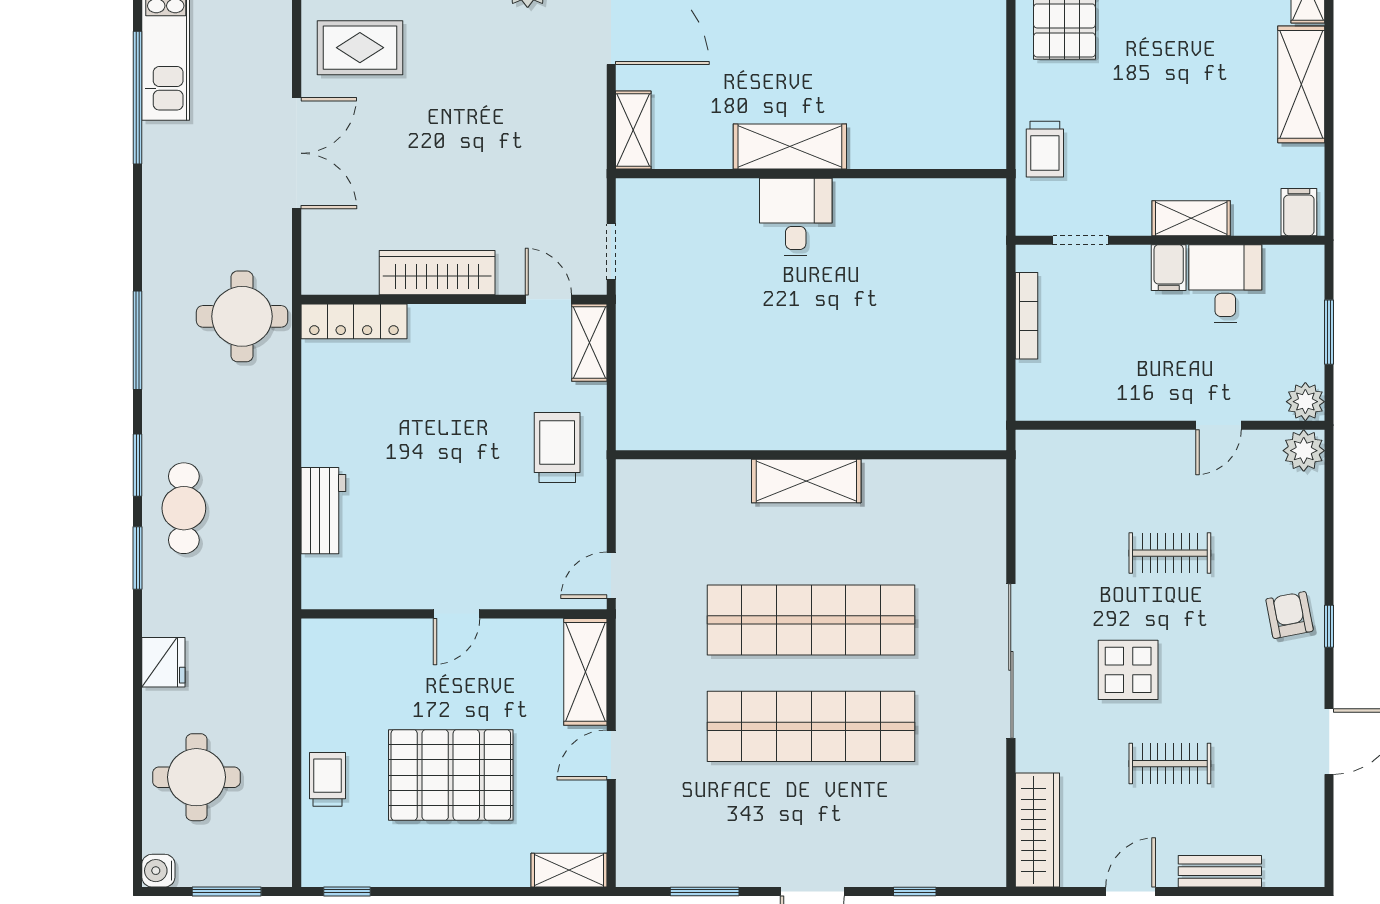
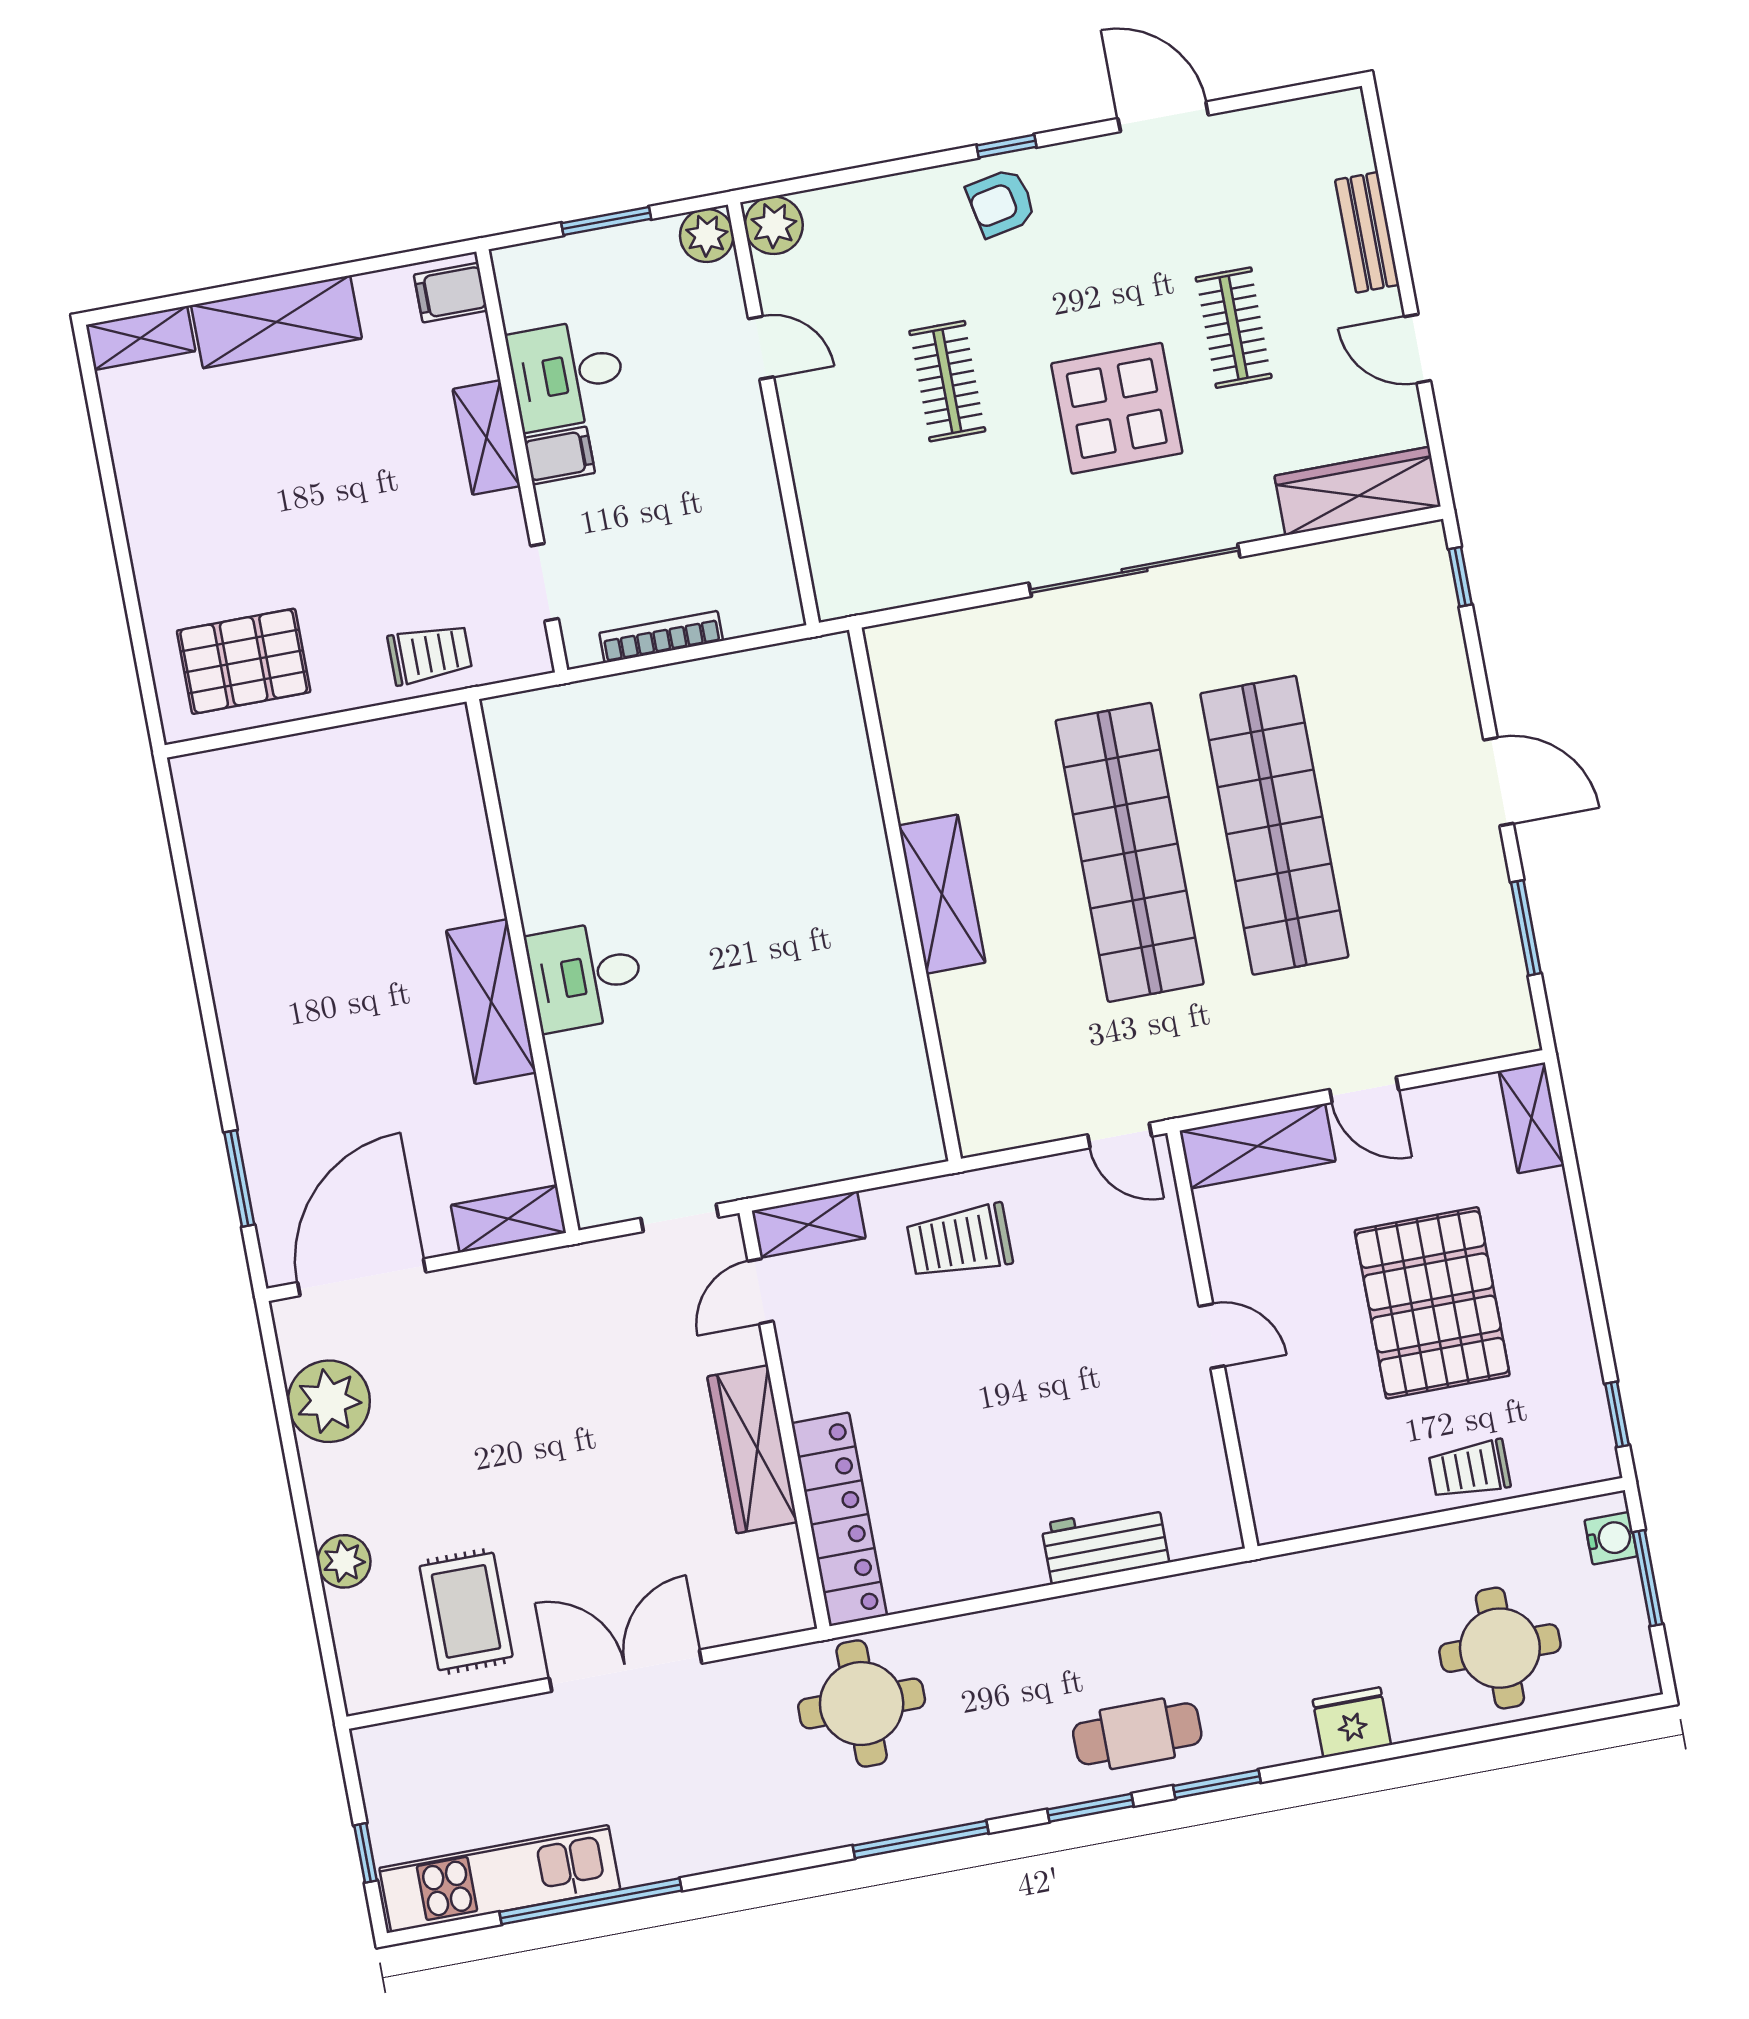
locker: (354, 321) -> (839, 1519), width x1.41, depth x1.21
display table: (1128, 670) -> (1117, 408), width x1.36, depth x1.36
water cooler: (158, 871) -> (1611, 1538), moved, turned -90
window: (915, 891) -> (1460, 577), moved

